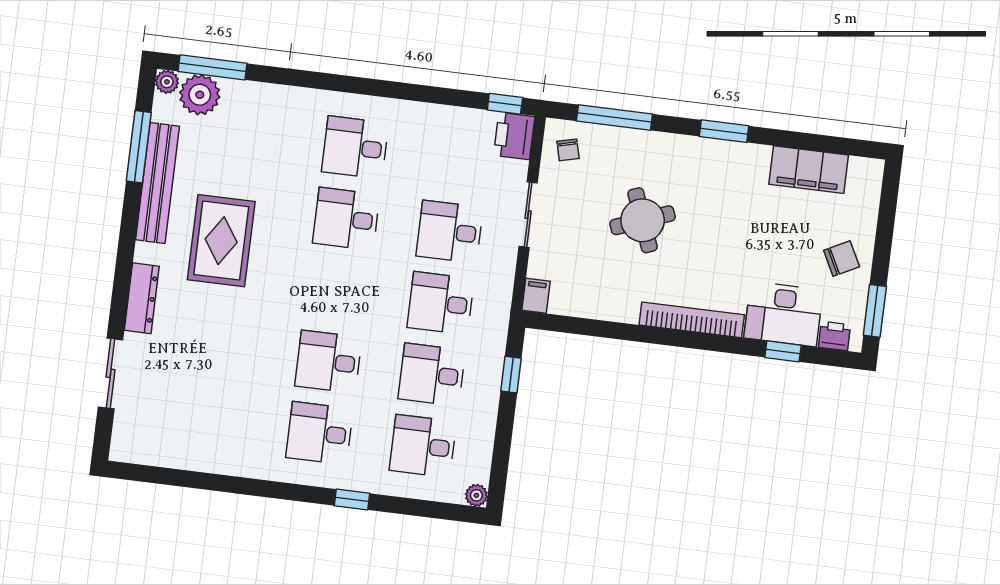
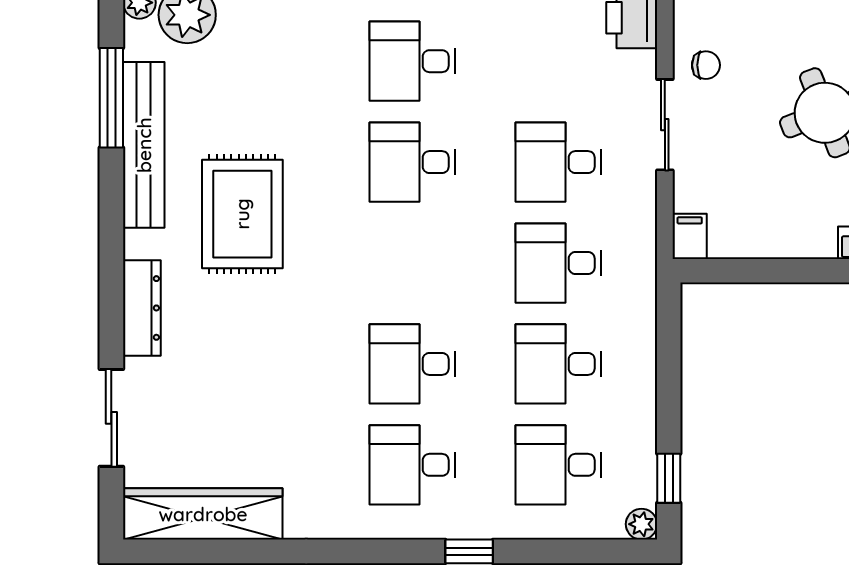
chair: (568, 150) -> (706, 65), moved, turned -76
window: (511, 375) -> (669, 478), moved
wardrobe: (167, 449) -> (203, 514), added

